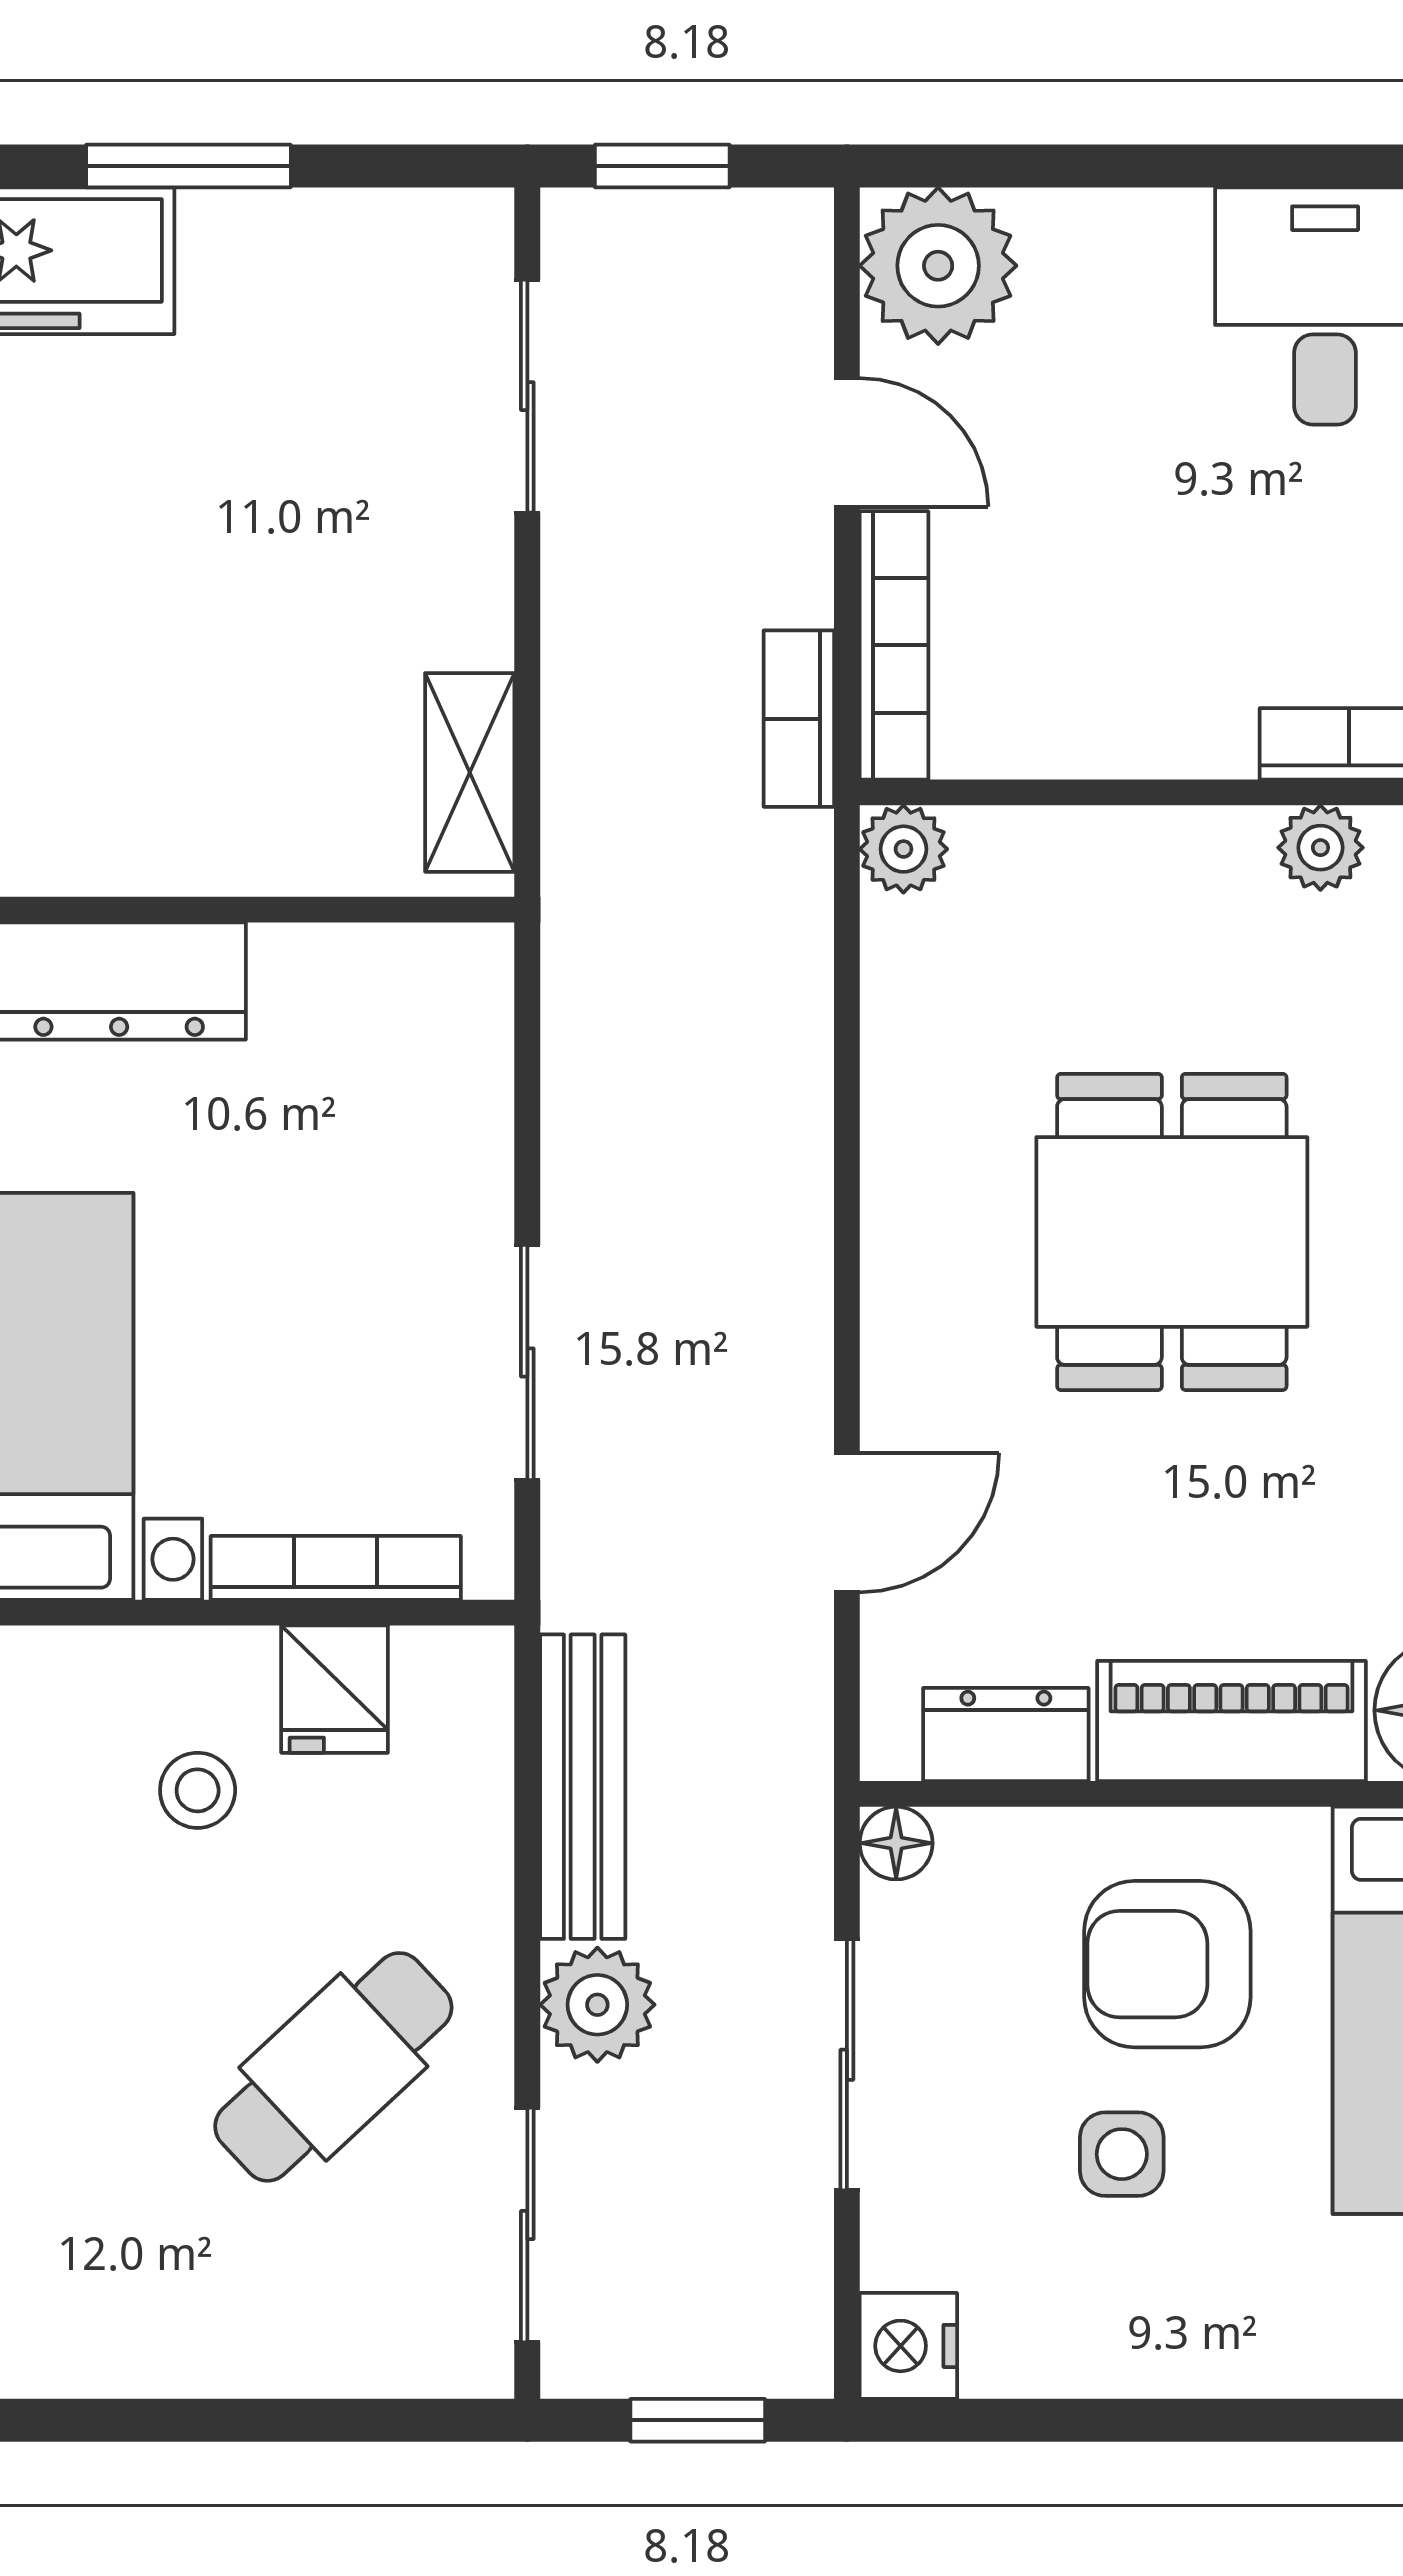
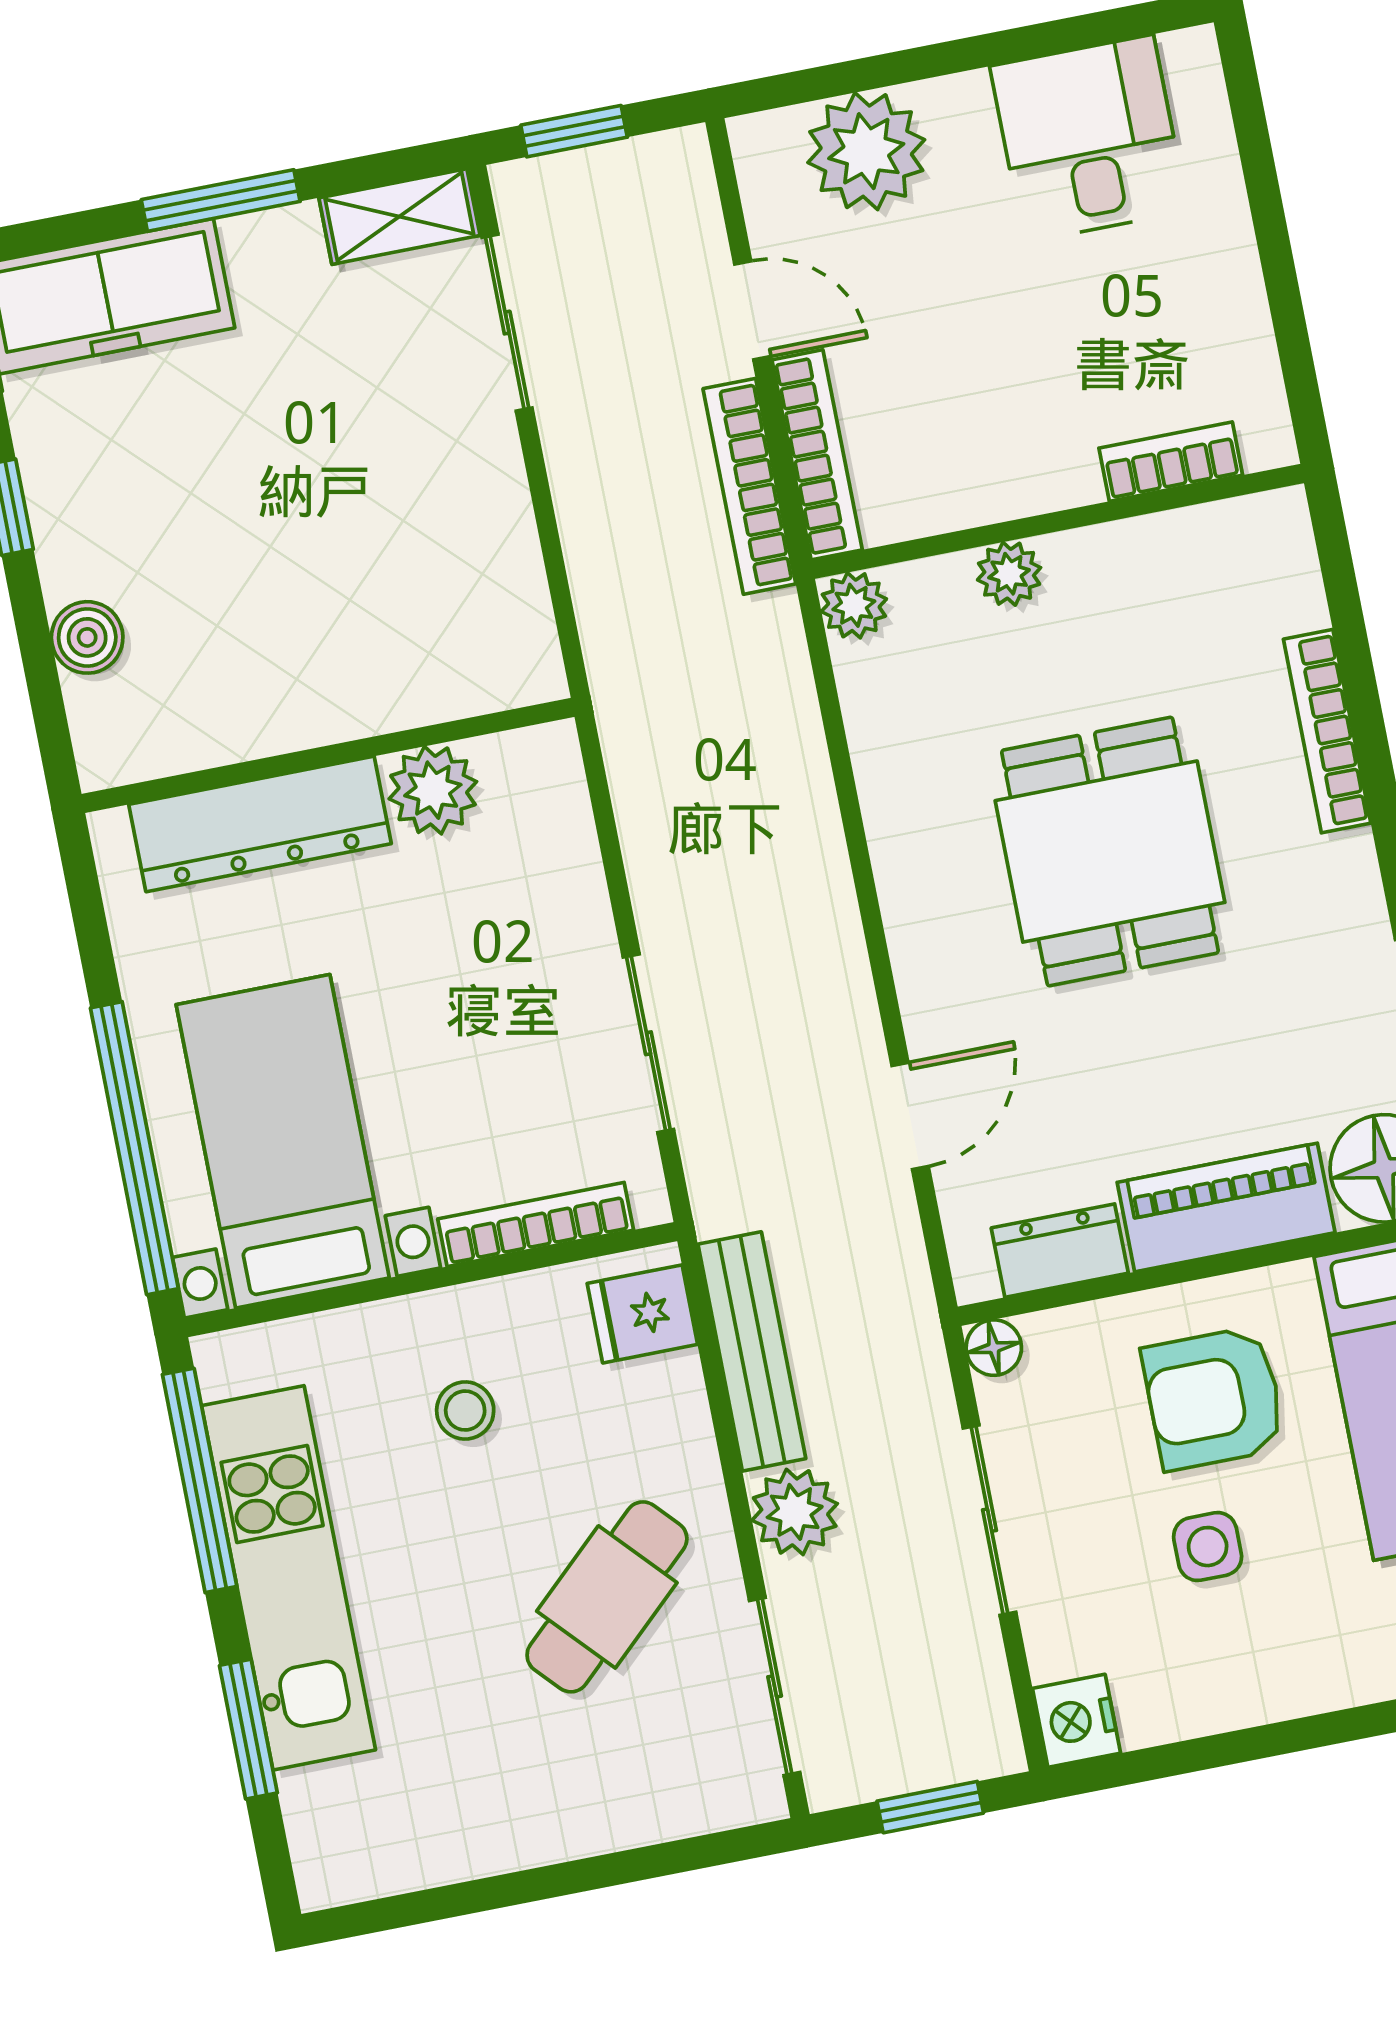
plant: (938, 266) -> (866, 151), moved
bookcase: (799, 719) -> (749, 486), width x1.56
shelving: (470, 772) -> (399, 217), moved, turned 90
plant: (1320, 848) -> (1009, 574), moved
plant: (313, 981) -> (433, 790), added
fridge: (335, 1689) -> (642, 1314), moved, turned 90

